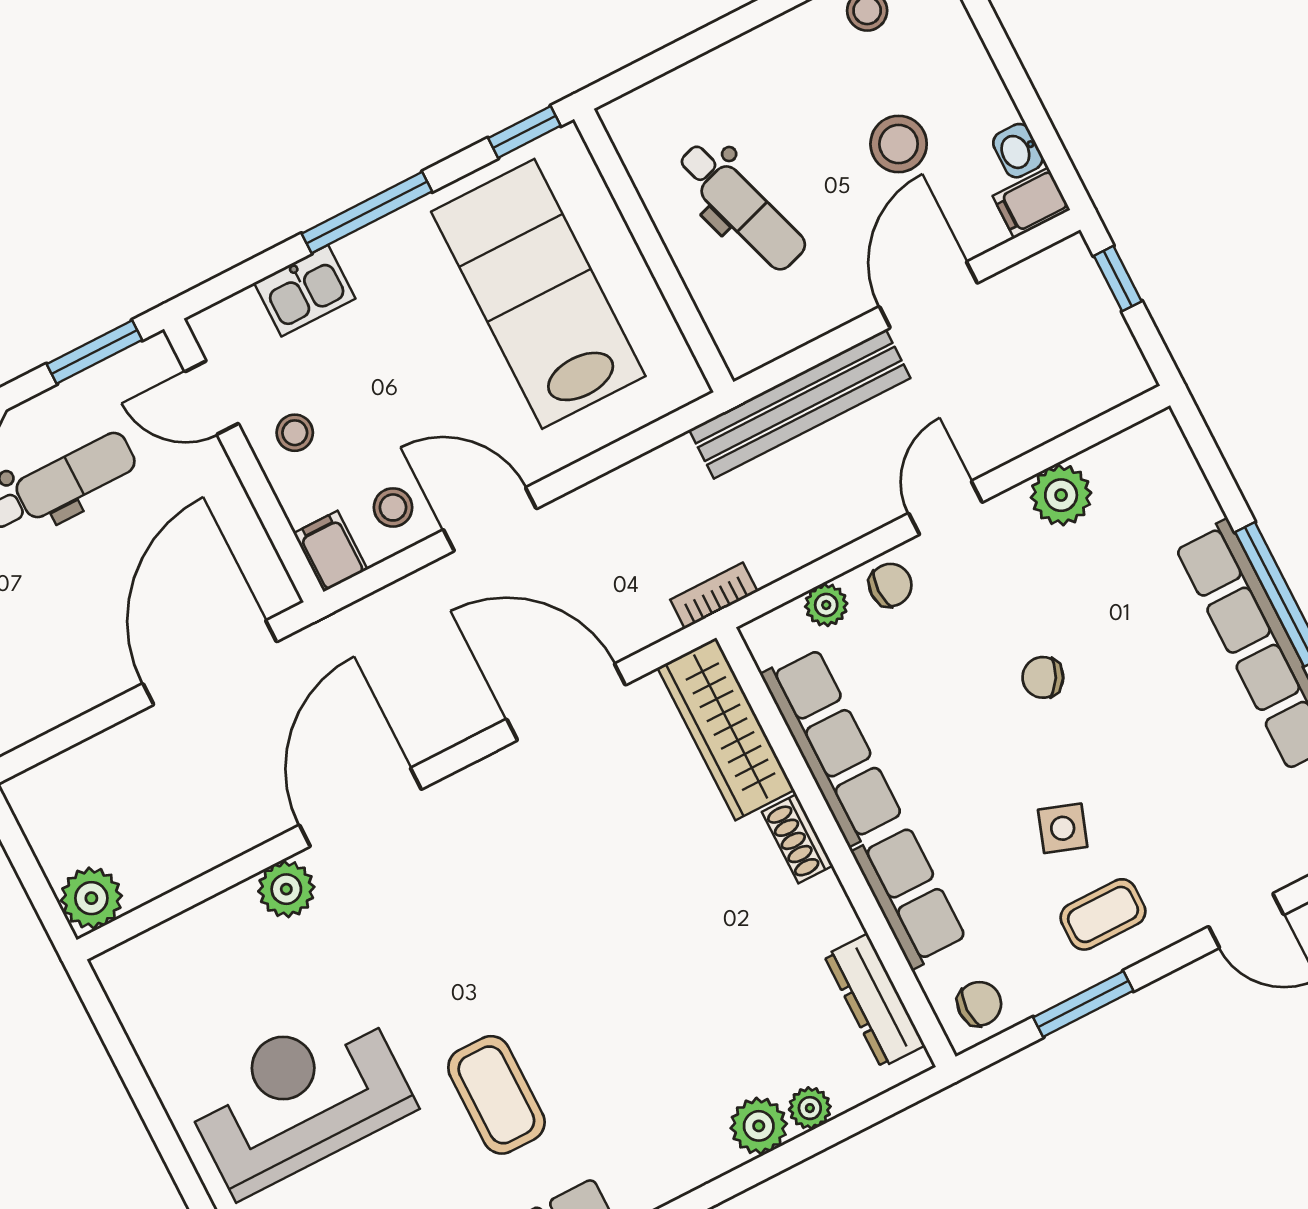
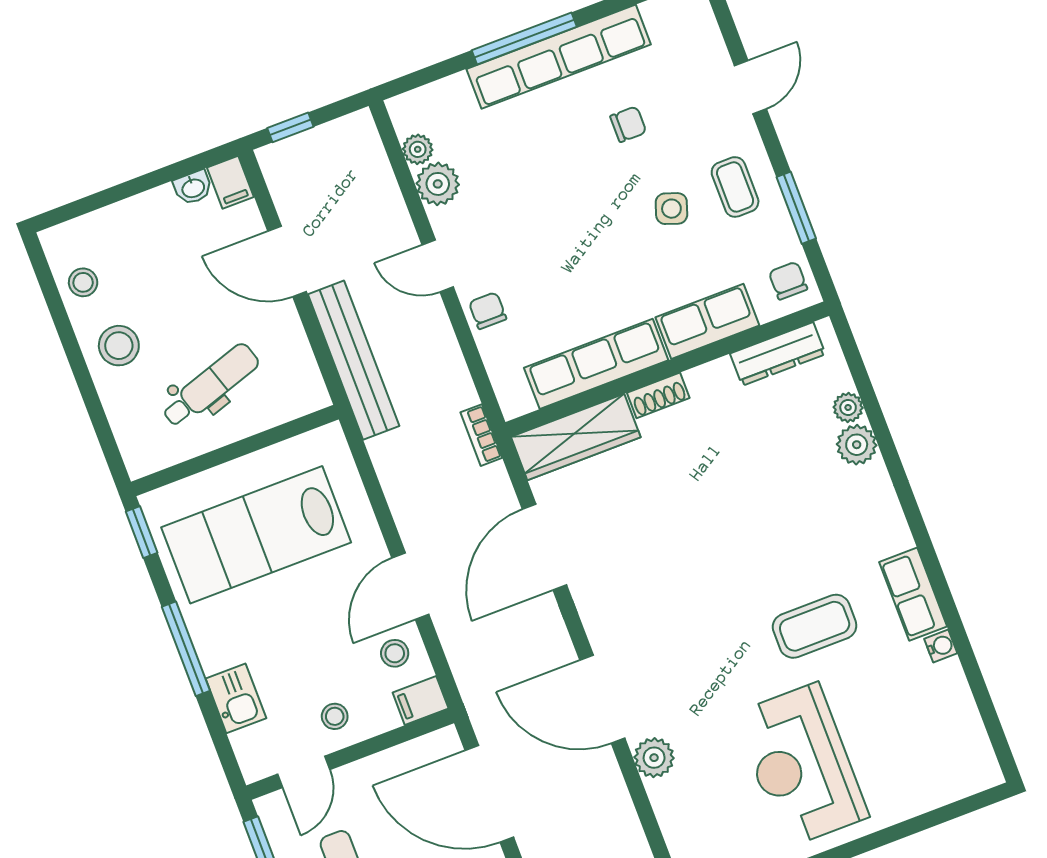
stool: (899, 144) -> (119, 346), moved
plant: (826, 605) -> (418, 149), moved
chair: (1043, 677) -> (628, 124), moved, turned -119

